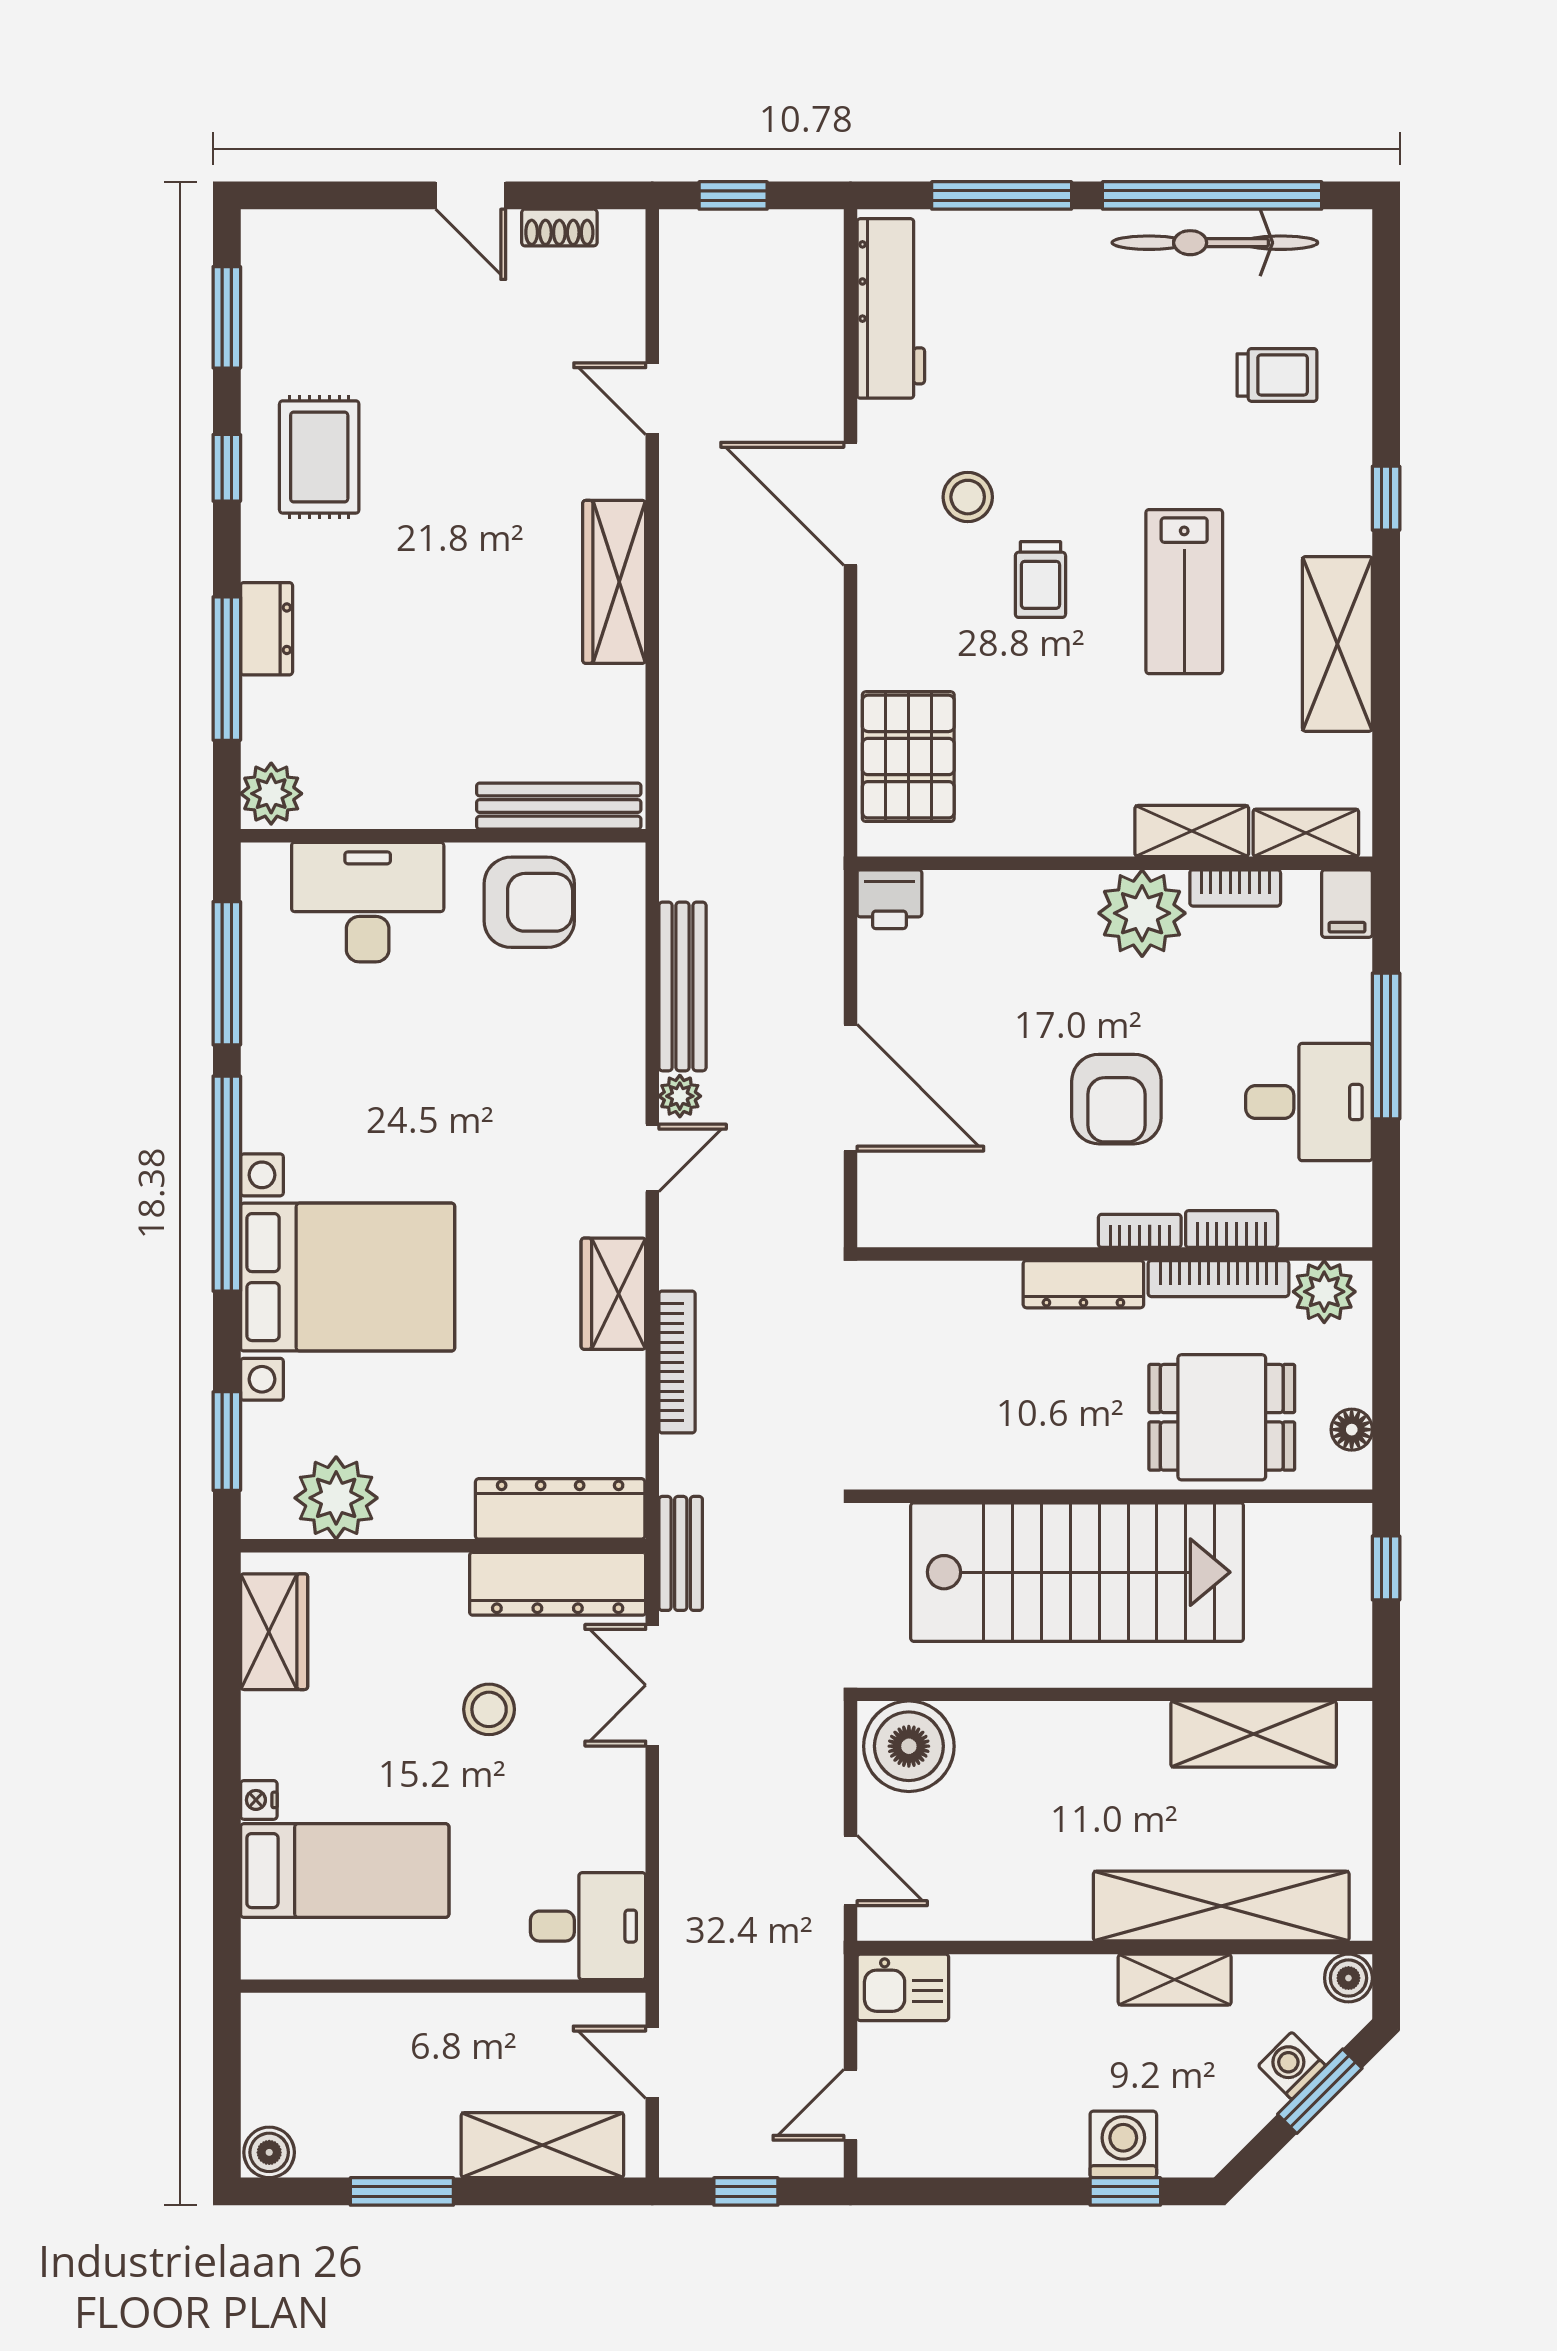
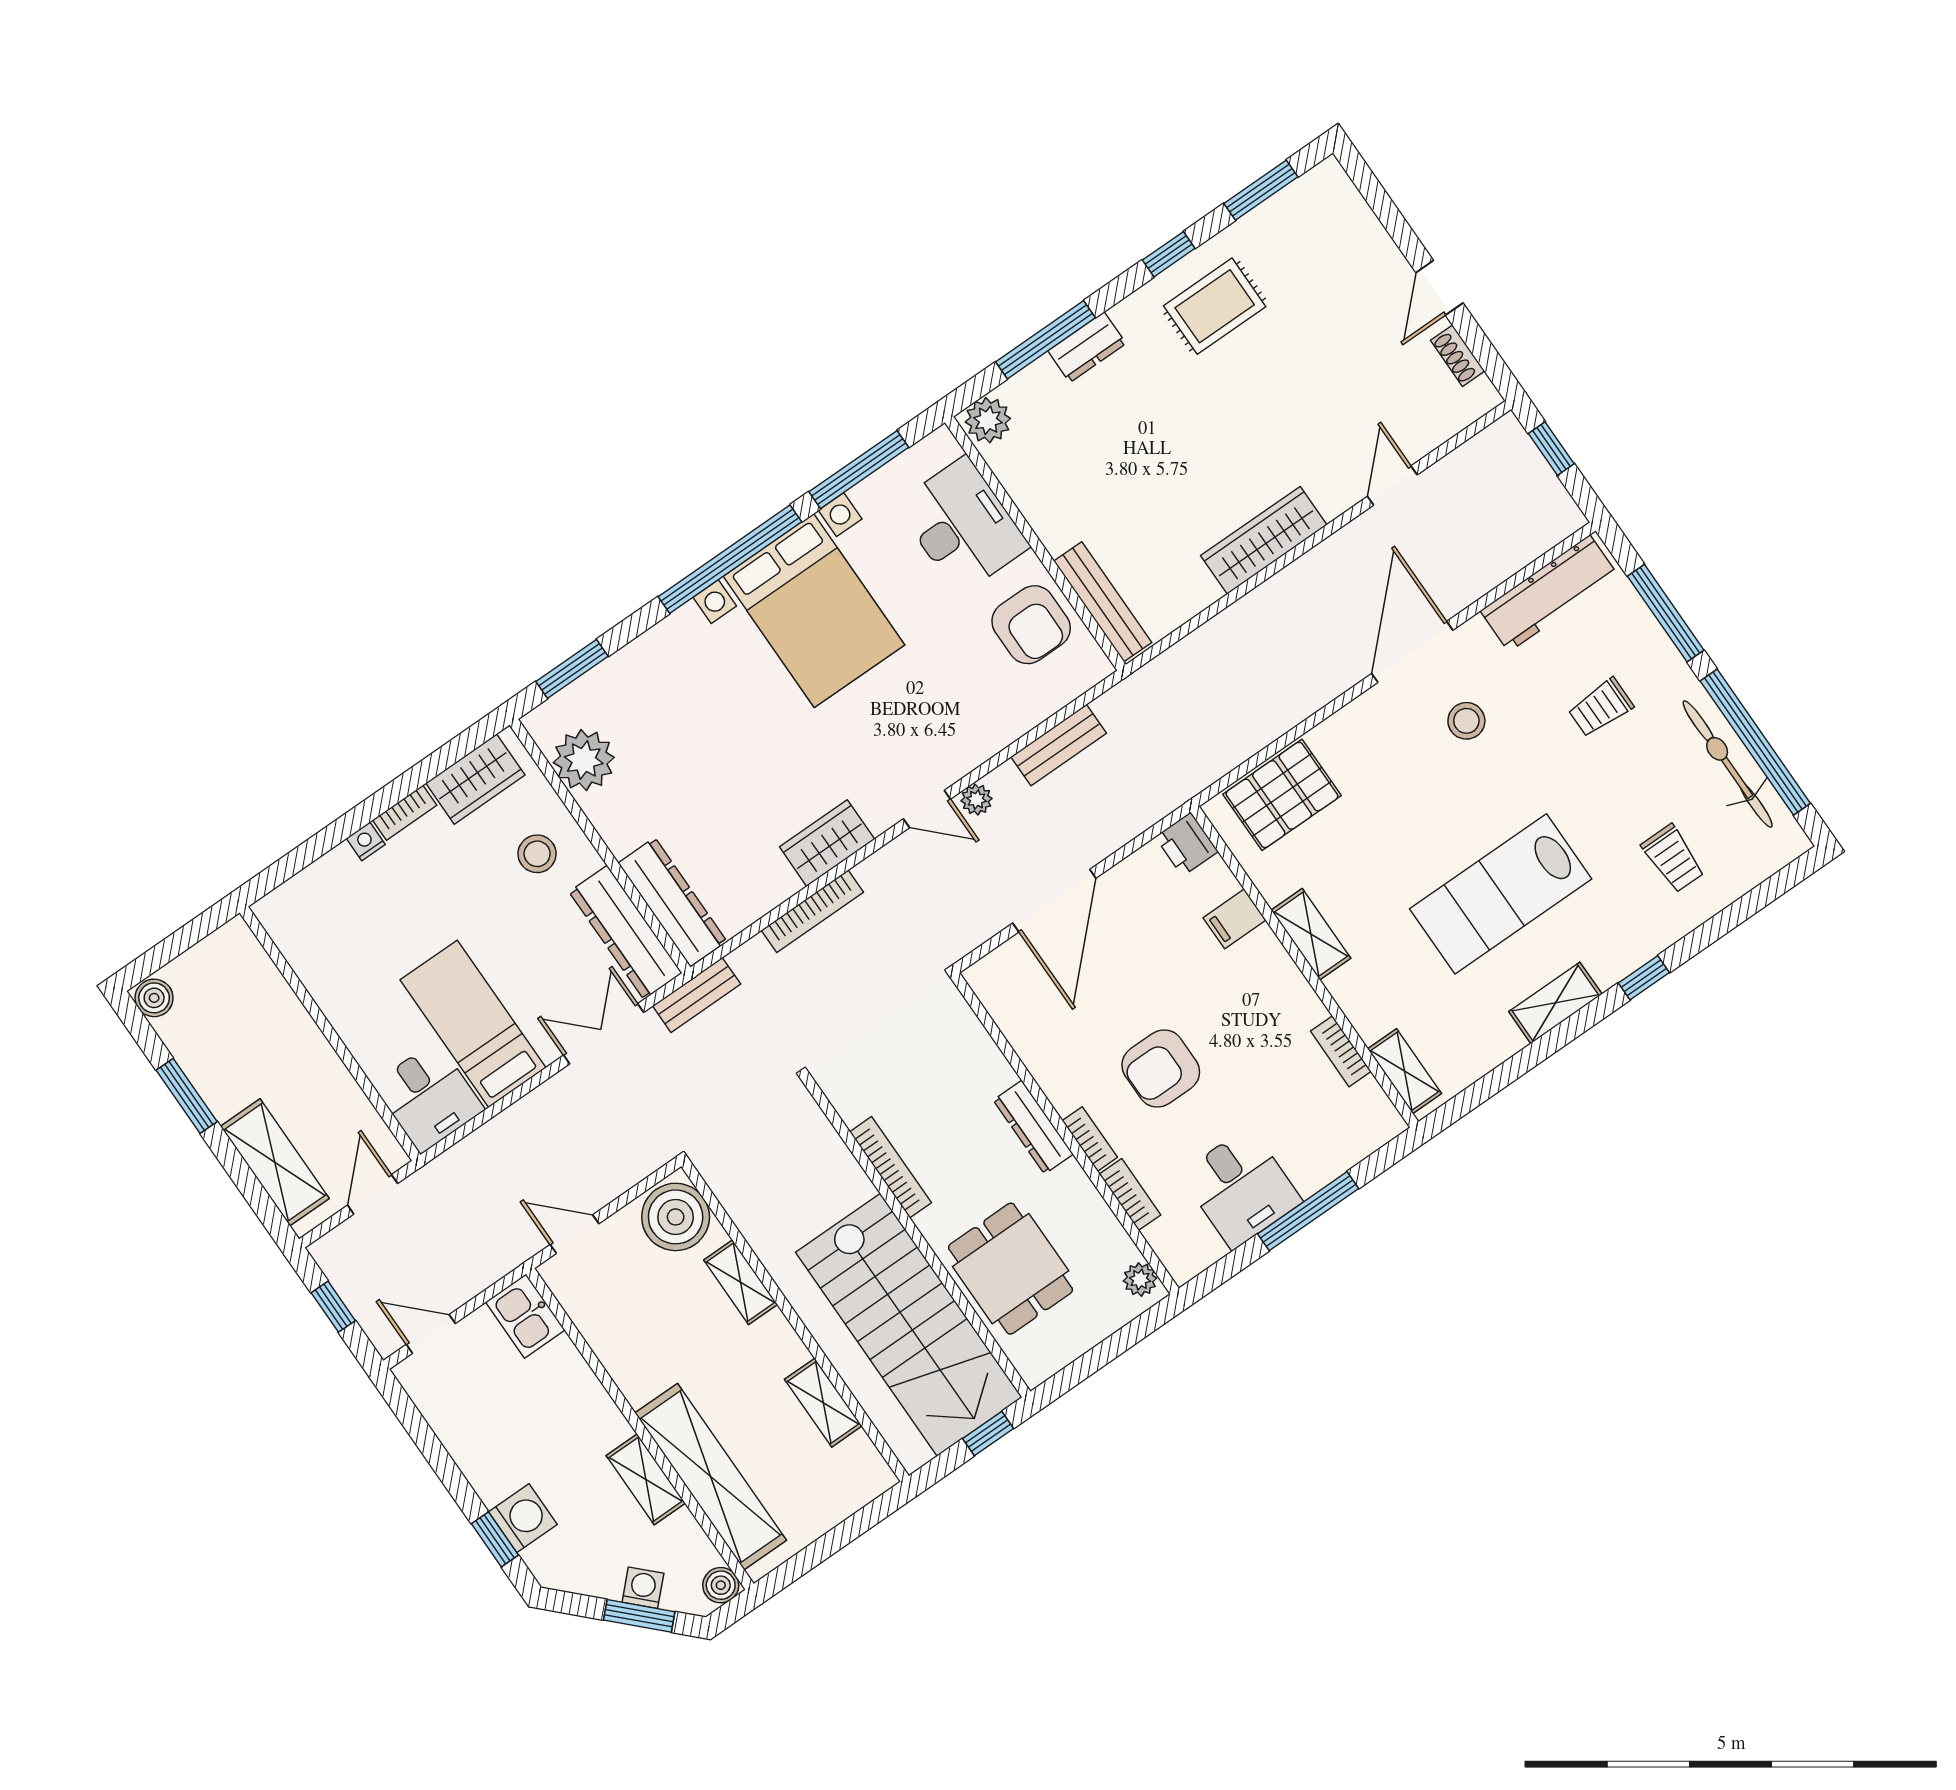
trolley: (1040, 580) -> (1601, 708), moved
lab bench: (1184, 592) -> (1501, 894), width x1.36, depth x1.39
shelving: (1337, 644) -> (1555, 1003), width x0.67, depth x0.75
shelving: (1192, 831) -> (1311, 934), moved
filing cabinet: (1347, 904) -> (1234, 919), moved
plant: (1142, 913) -> (1286, 1005), removed
bench: (683, 986) -> (1059, 745), width x0.73
bed with nightstands: (348, 1277) -> (814, 611), moved
bookcase: (1218, 1279) -> (891, 1167), moved, turned 180
plant: (1324, 1292) -> (1140, 1279), width x0.73, depth x0.73
floor lamp: (1352, 1430) -> (1058, 1354), removed
stairs: (1077, 1572) -> (909, 1325), moved
stool: (489, 1709) -> (537, 854), moved
shelving: (1030, 1725) -> (741, 1282), added
shelving: (1254, 1734) -> (823, 1403), width x0.67, depth x0.75
bookcase: (257, 1735) -> (405, 813), added
bed: (345, 1871) -> (473, 1024), moved, turned 180
door: (850, 1871) -> (574, 1234), swing flipped

